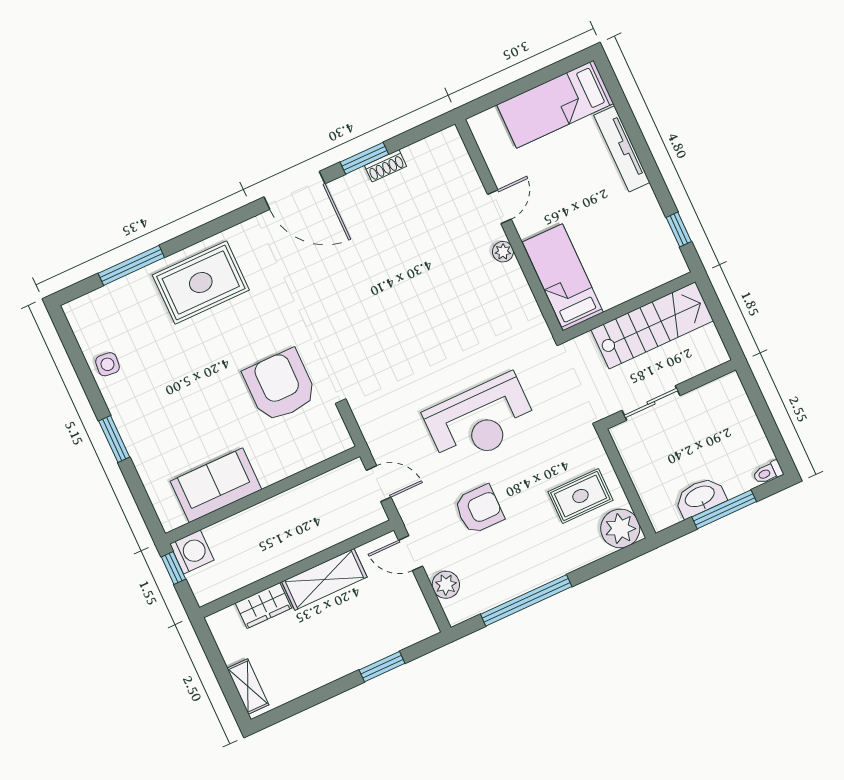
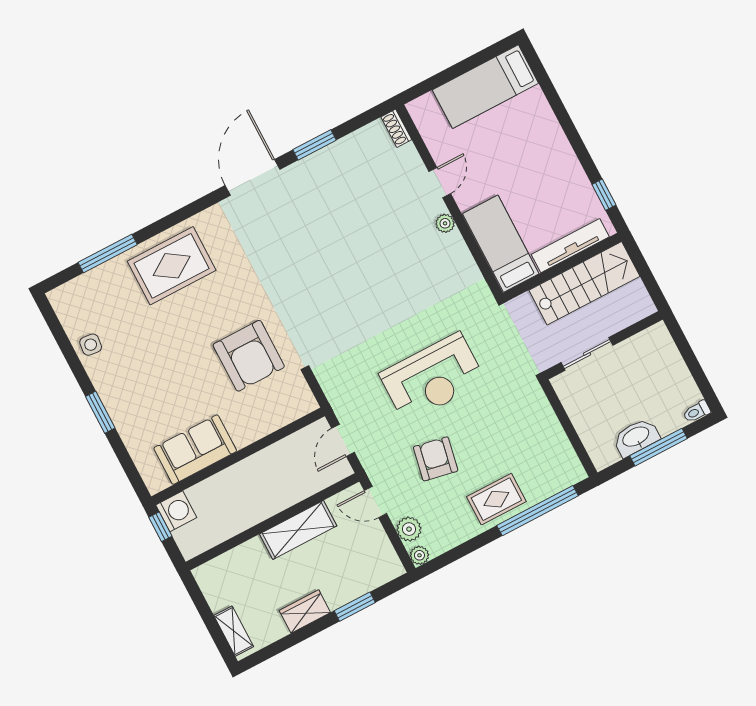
tv unit: (622, 149) -> (570, 246), moved, turned 90
shoe rack: (385, 166) -> (396, 128), moved, turned 90
door: (295, 190) -> (252, 177), swing flipped
armchair: (280, 386) -> (249, 356), turned 180
door: (379, 484) -> (343, 440), swing flipped
rug: (580, 496) -> (496, 499), moved
armchair: (479, 509) -> (436, 459), turned -79
plant: (620, 528) -> (419, 555), moved, width x0.53, depth x0.53
window: (526, 600) -> (538, 511), moved
wardrobe: (263, 606) -> (305, 612), moved, turned 180

